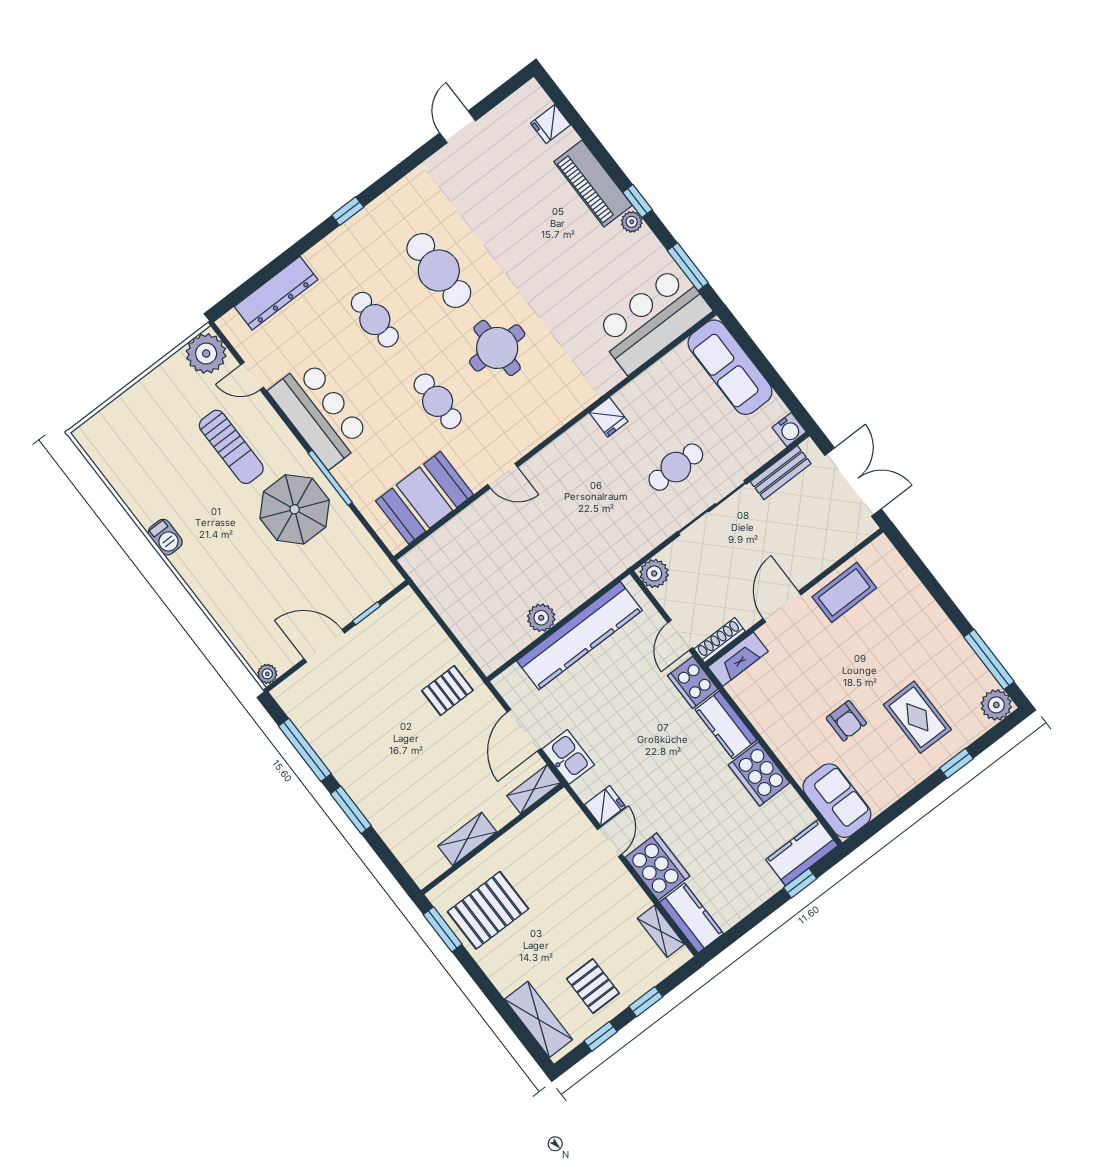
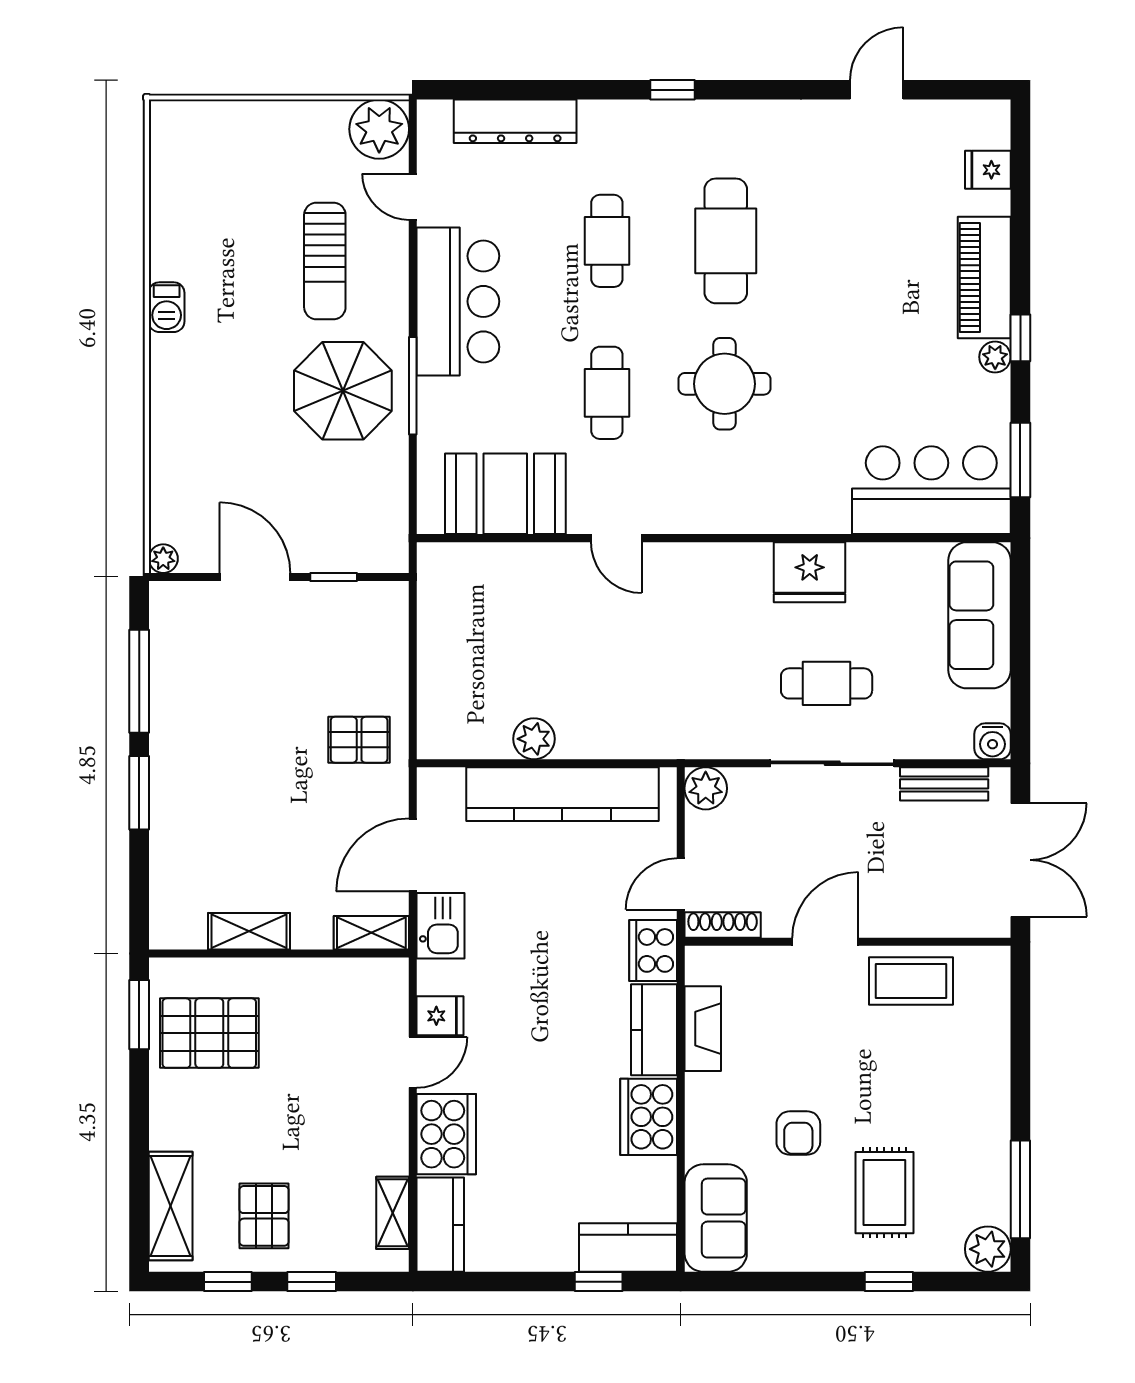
fridge: (609, 417) -> (810, 572), width x1.88, depth x1.34
fireplace: (738, 659) -> (703, 1029), moved, turned -90

